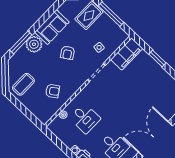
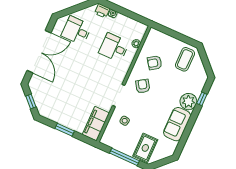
window: (21, 42) -> (202, 99), width x0.46
armchair: (68, 53) -> (143, 86), moved

